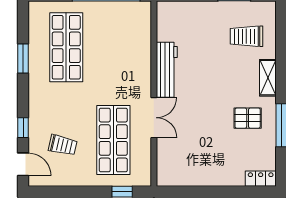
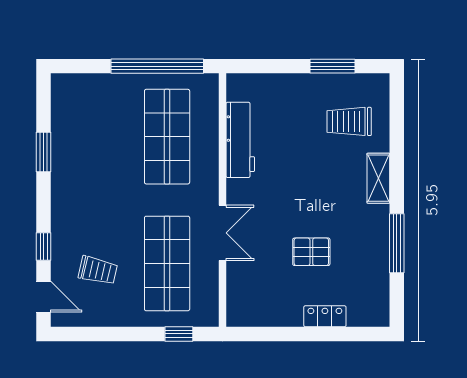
shop shelf: (66, 47) -> (167, 137), moved
workbench: (167, 70) -> (240, 140), moved
pallet: (248, 118) -> (311, 252), moved
locker: (261, 179) -> (325, 316), moved

